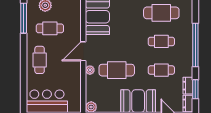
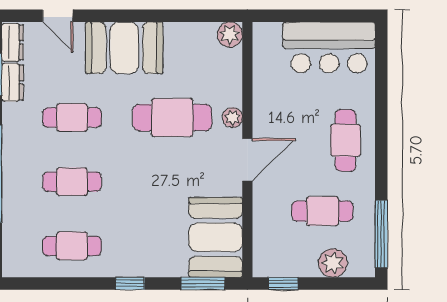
cafe table: (161, 13) -> (72, 246), width x0.73, depth x0.74

